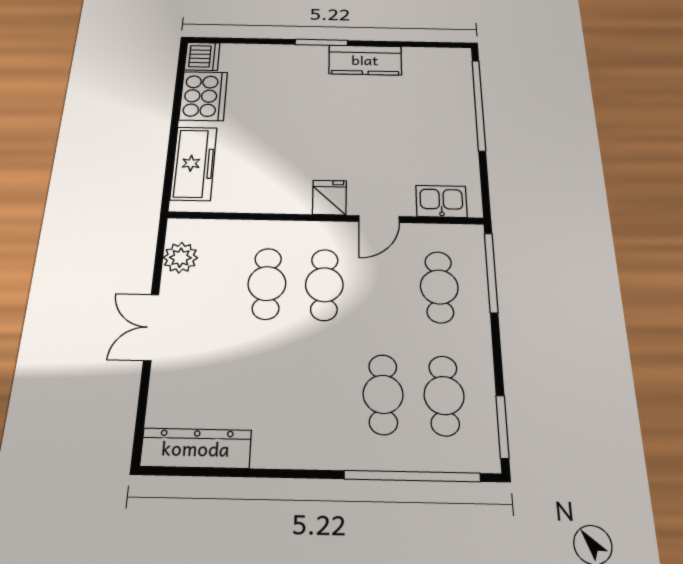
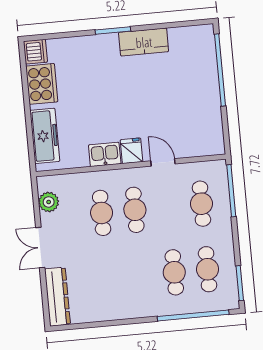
kitchen sink: (441, 201) -> (105, 154), moved
door: (379, 219) -> (163, 162), swing flipped
dresser: (196, 448) -> (57, 297), moved, turned 90

